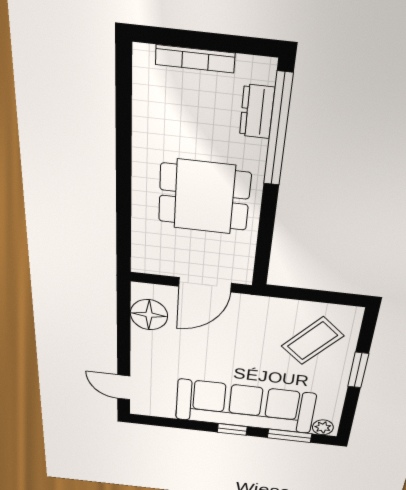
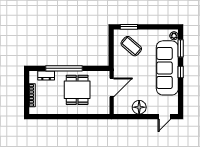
window: (278, 130) -> (64, 68), moved
door: (205, 285) -> (112, 87), hinge flipped
floor lamp: (149, 315) -> (139, 107), moved
window: (358, 370) -> (129, 27), moved

